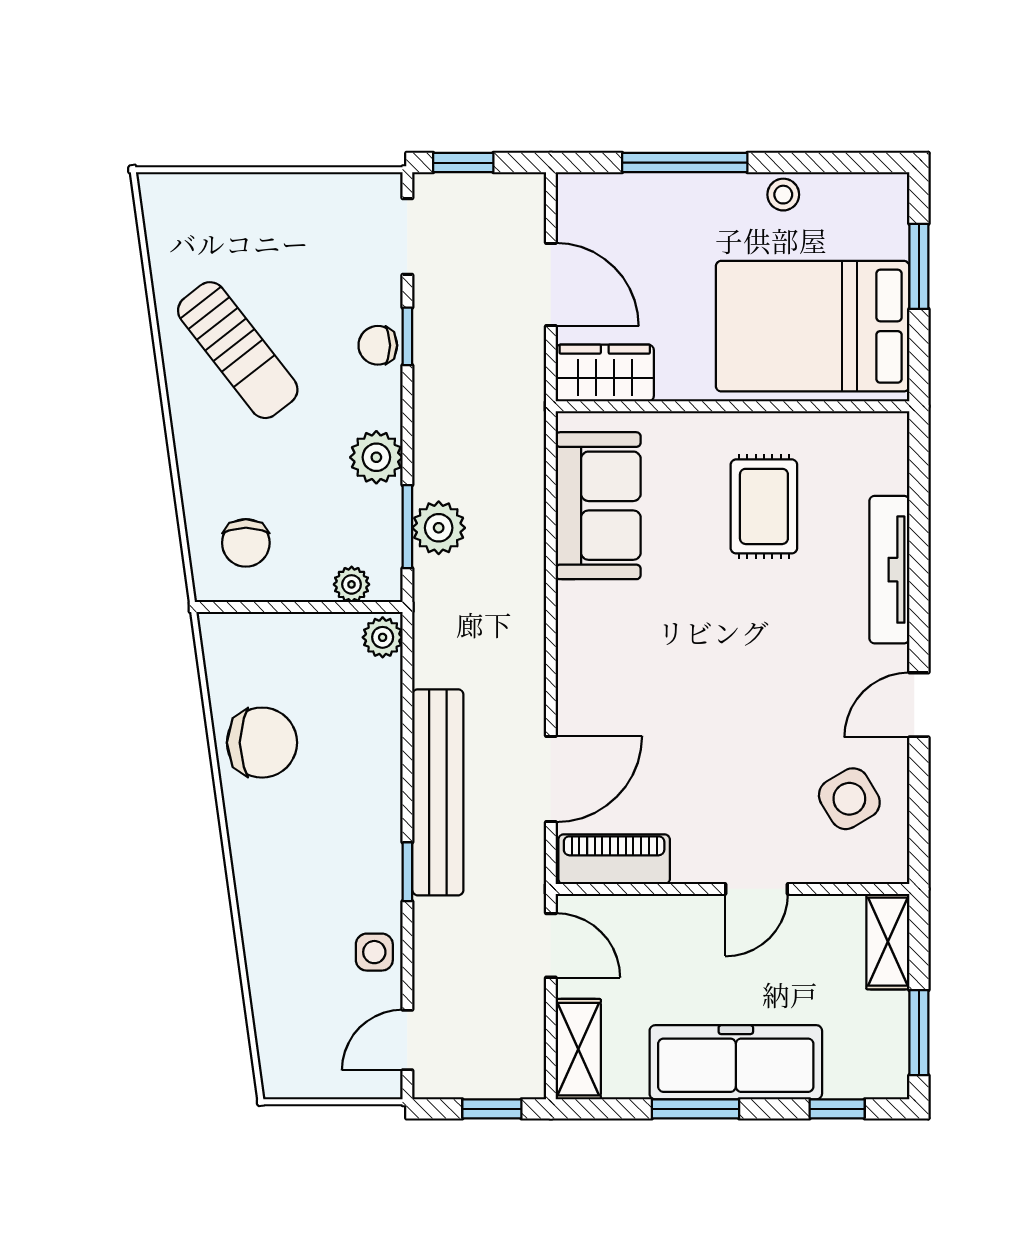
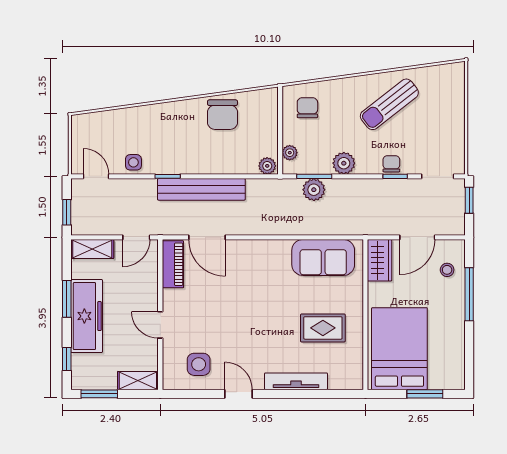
stool: (783, 195) -> (447, 270), moved
chair: (246, 543) -> (307, 108), turned 90
side table: (849, 799) -> (199, 364), turned 31

